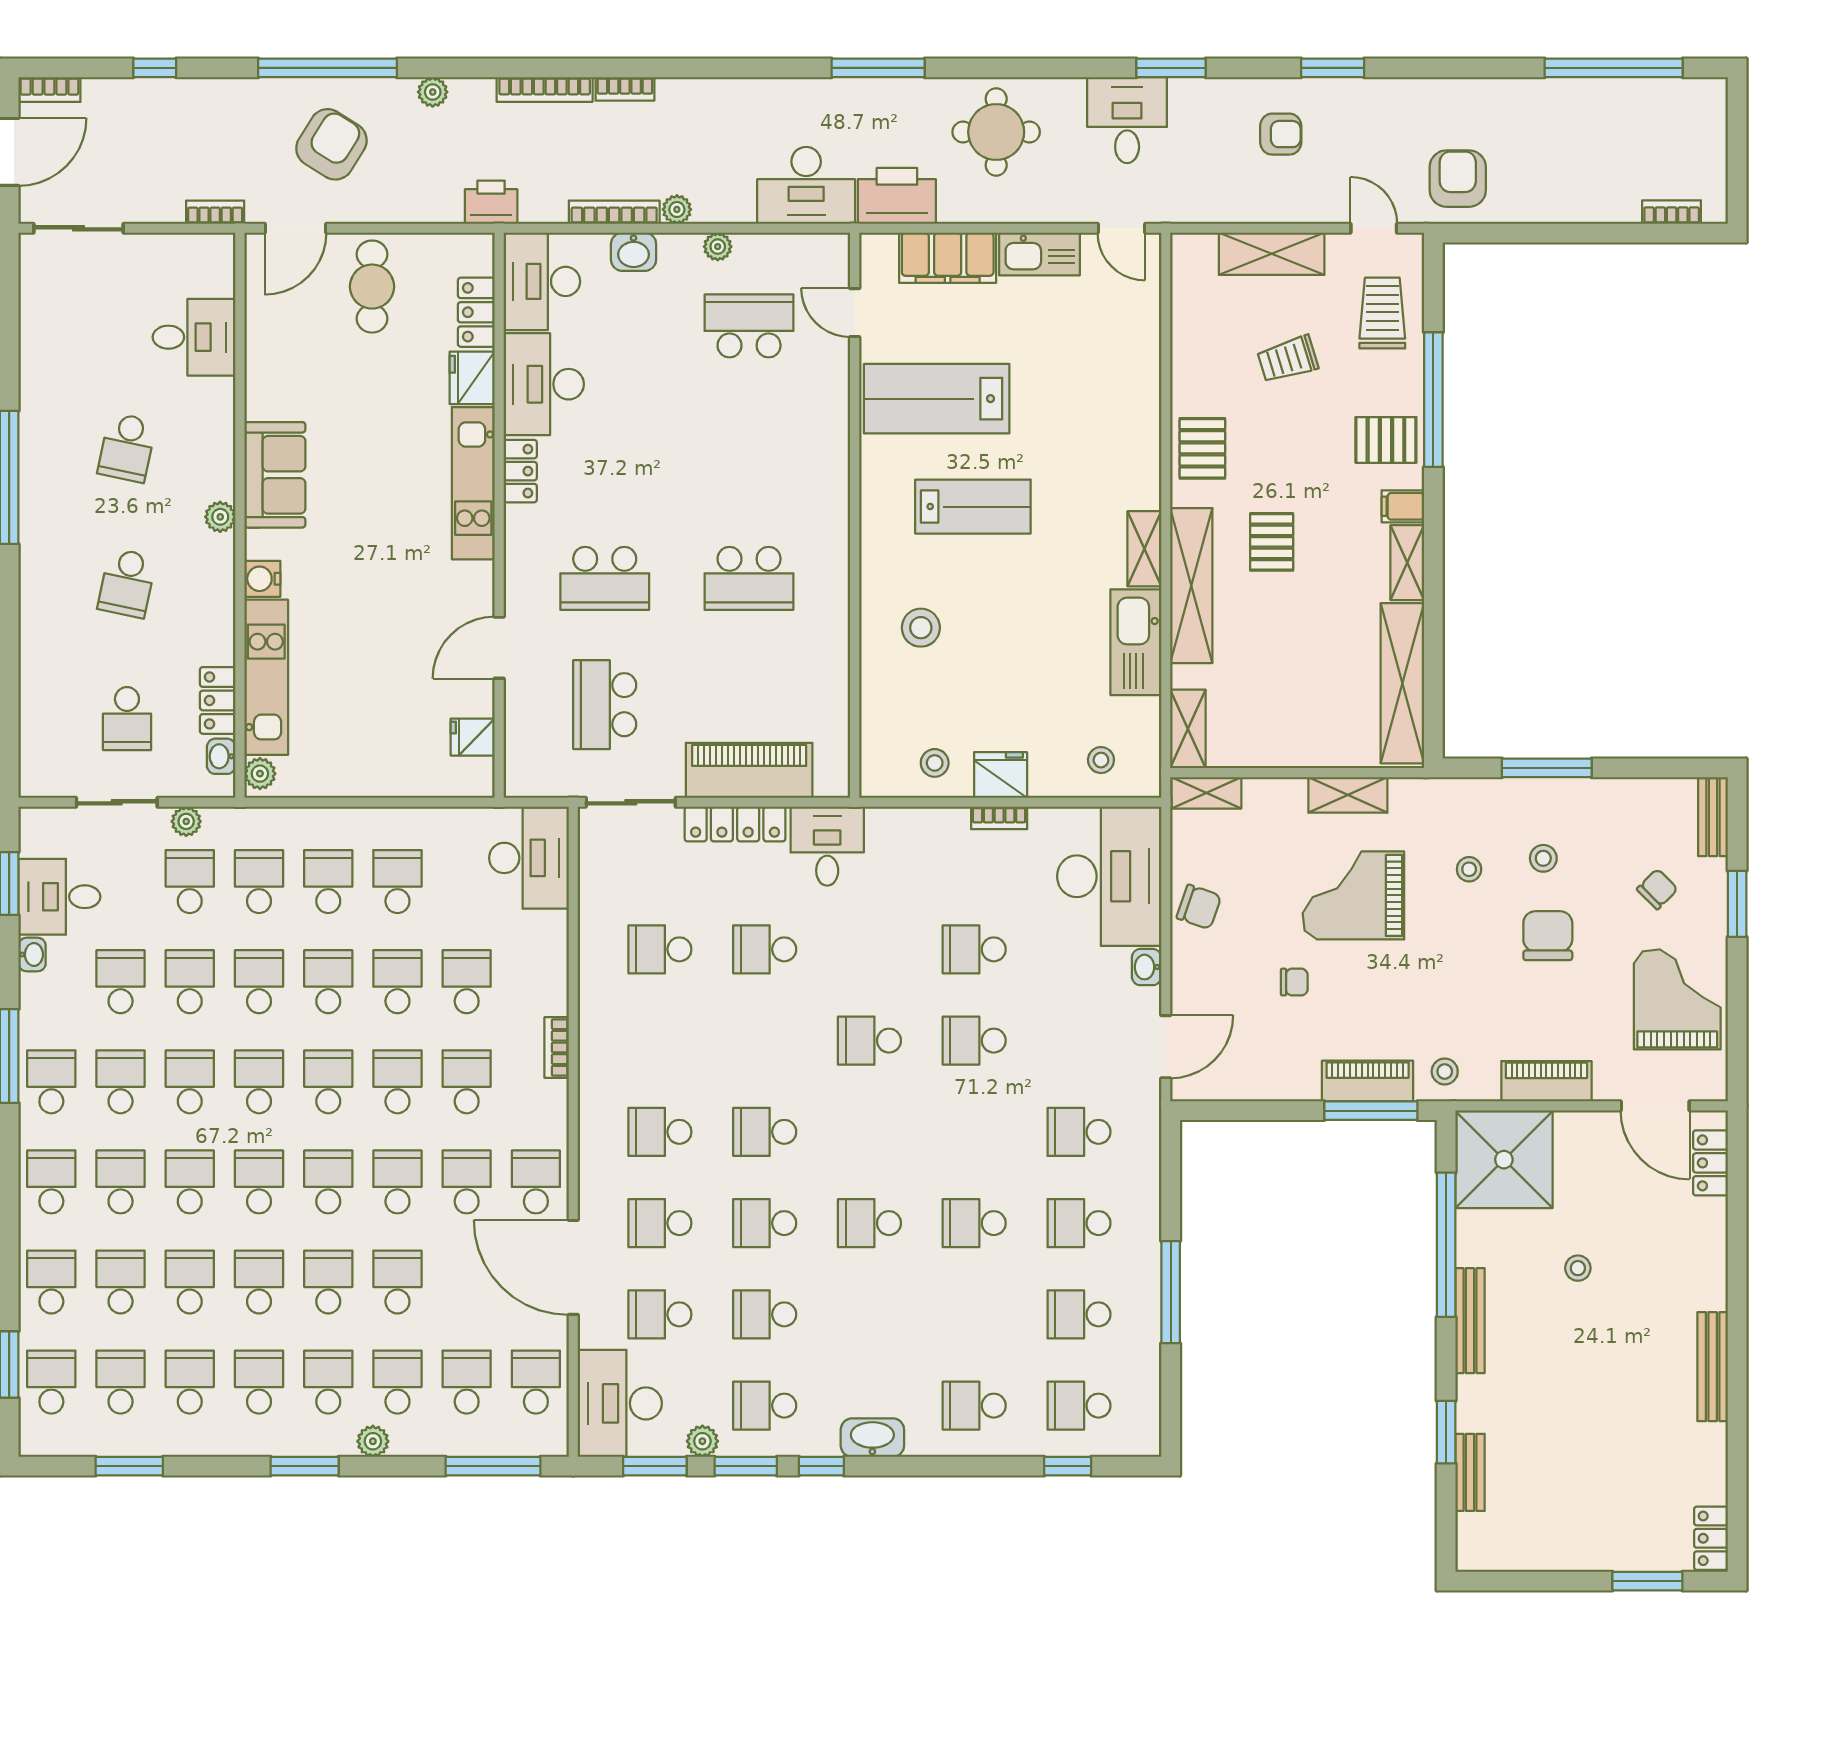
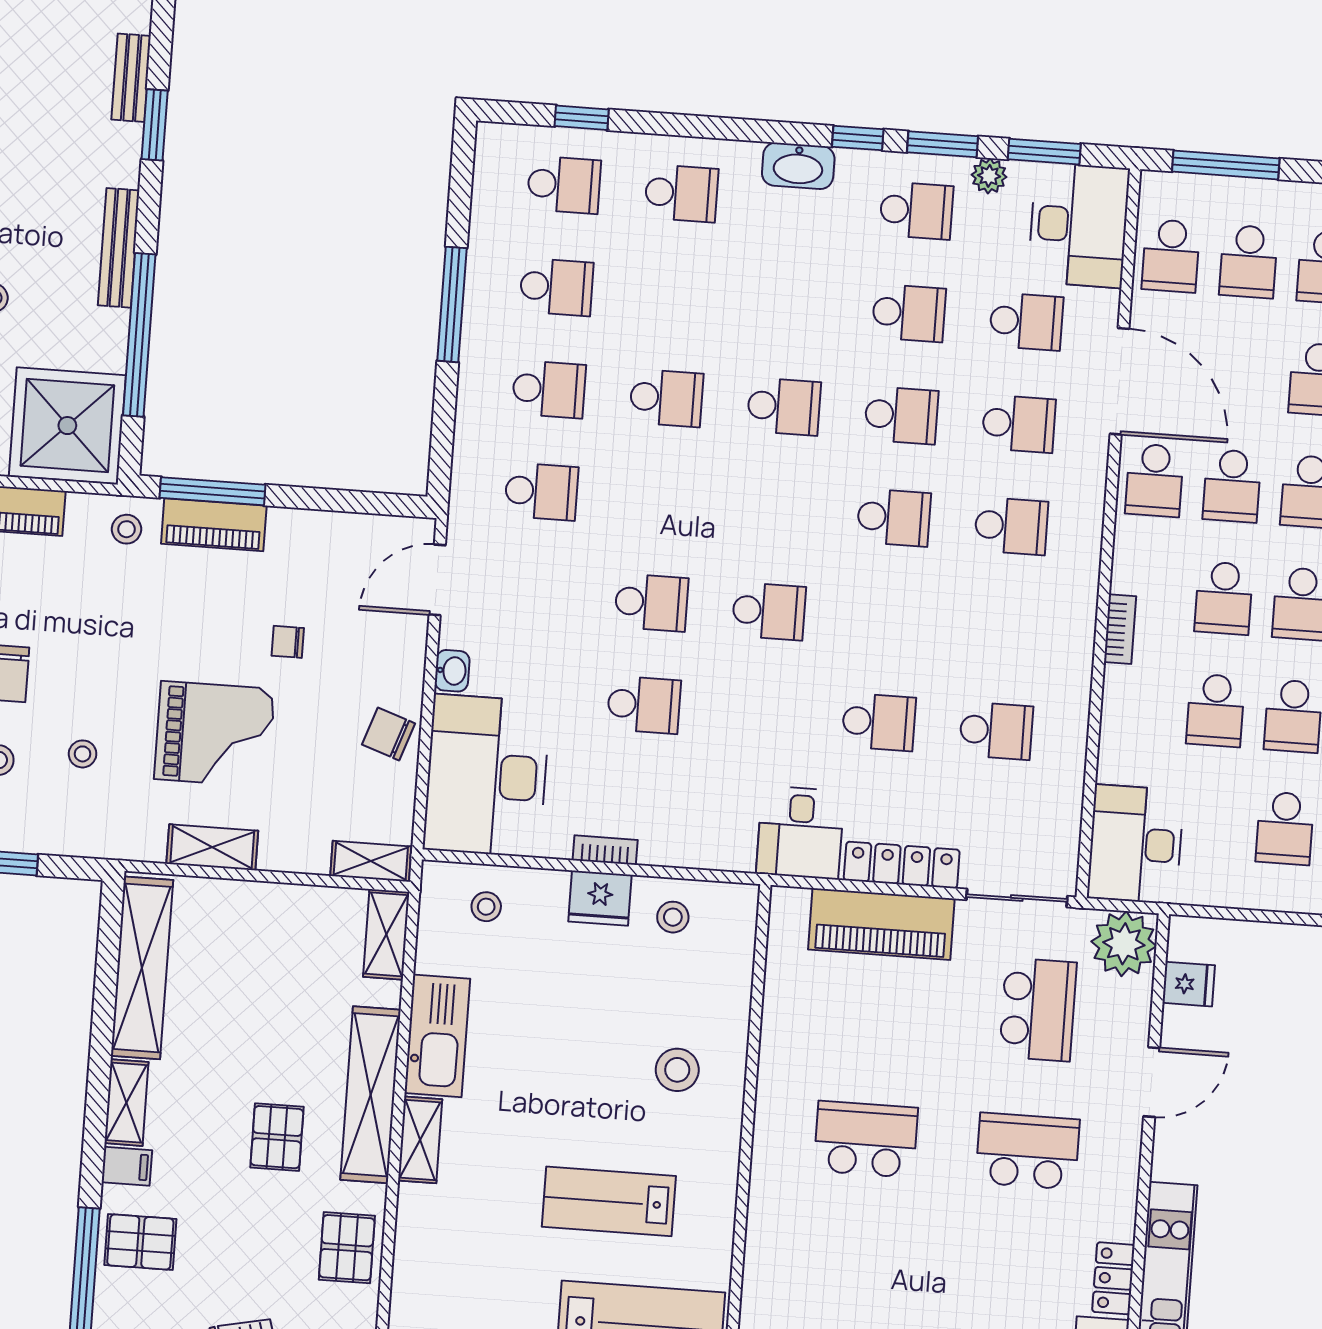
plant: (533, 769) -> (1124, 944), added

